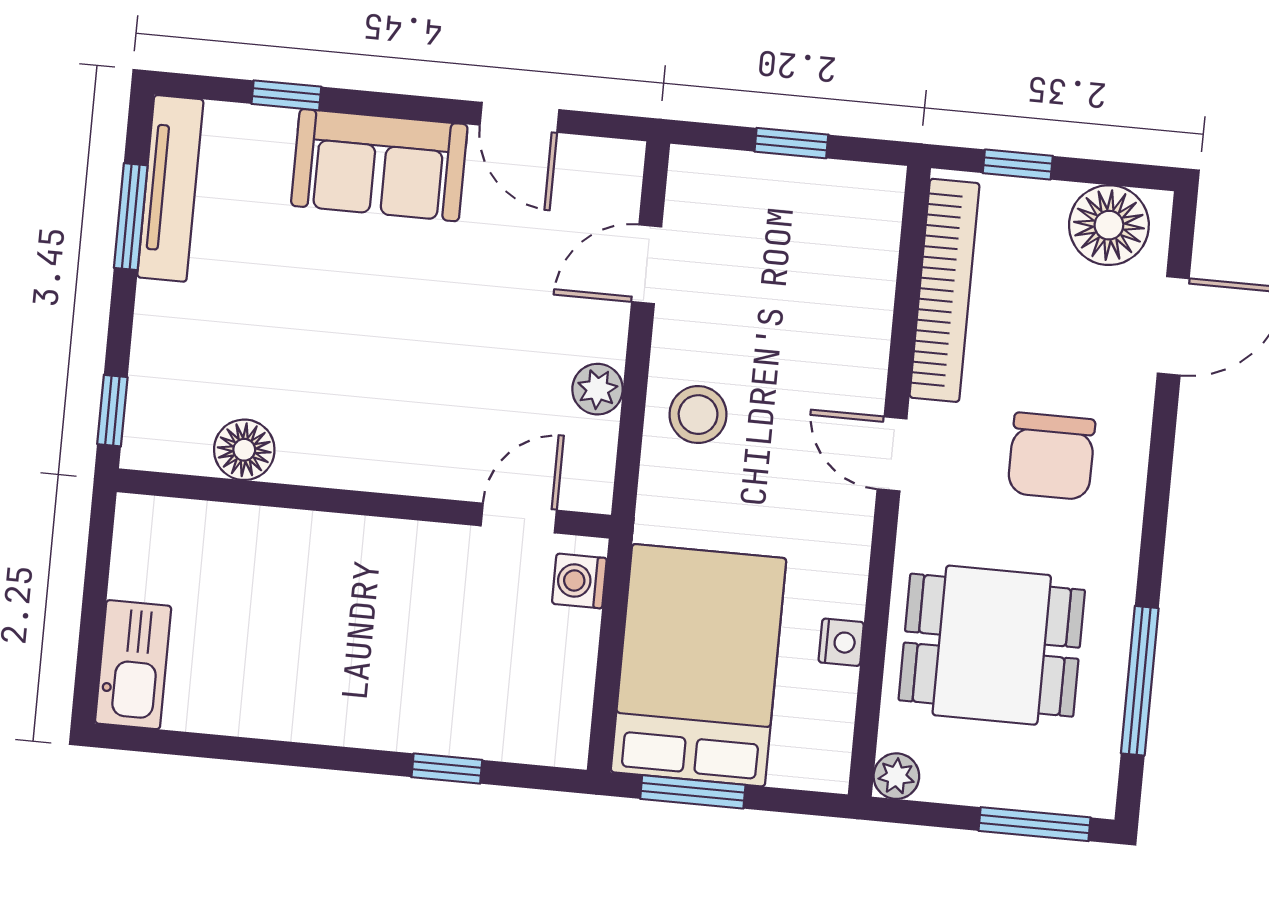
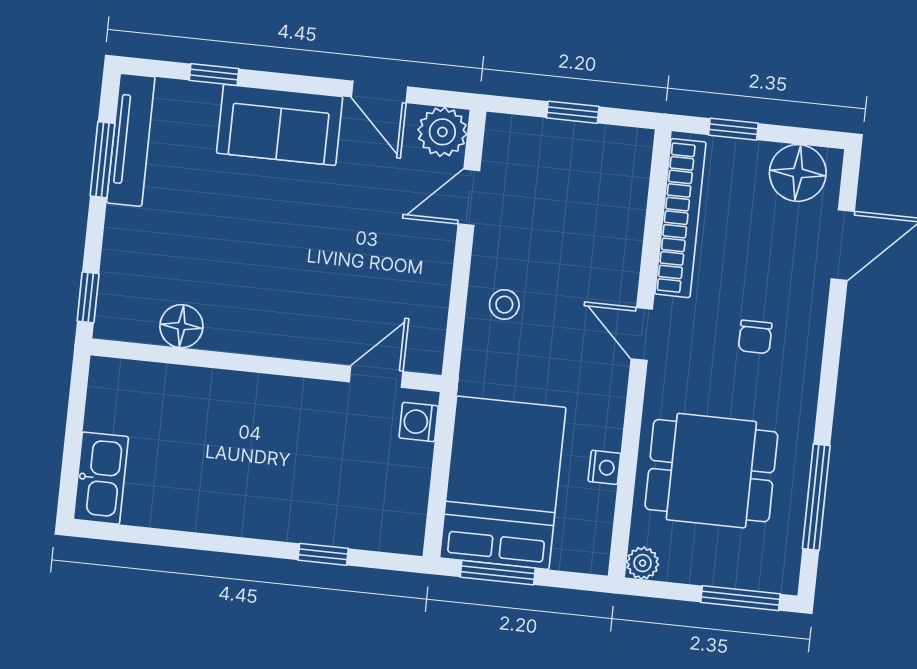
plant: (598, 389) -> (442, 132), moved, width x1.38, depth x1.38
stool: (698, 415) -> (504, 305), width x0.73, depth x0.73
chair: (1051, 456) -> (755, 337), width x0.54, depth x0.54

